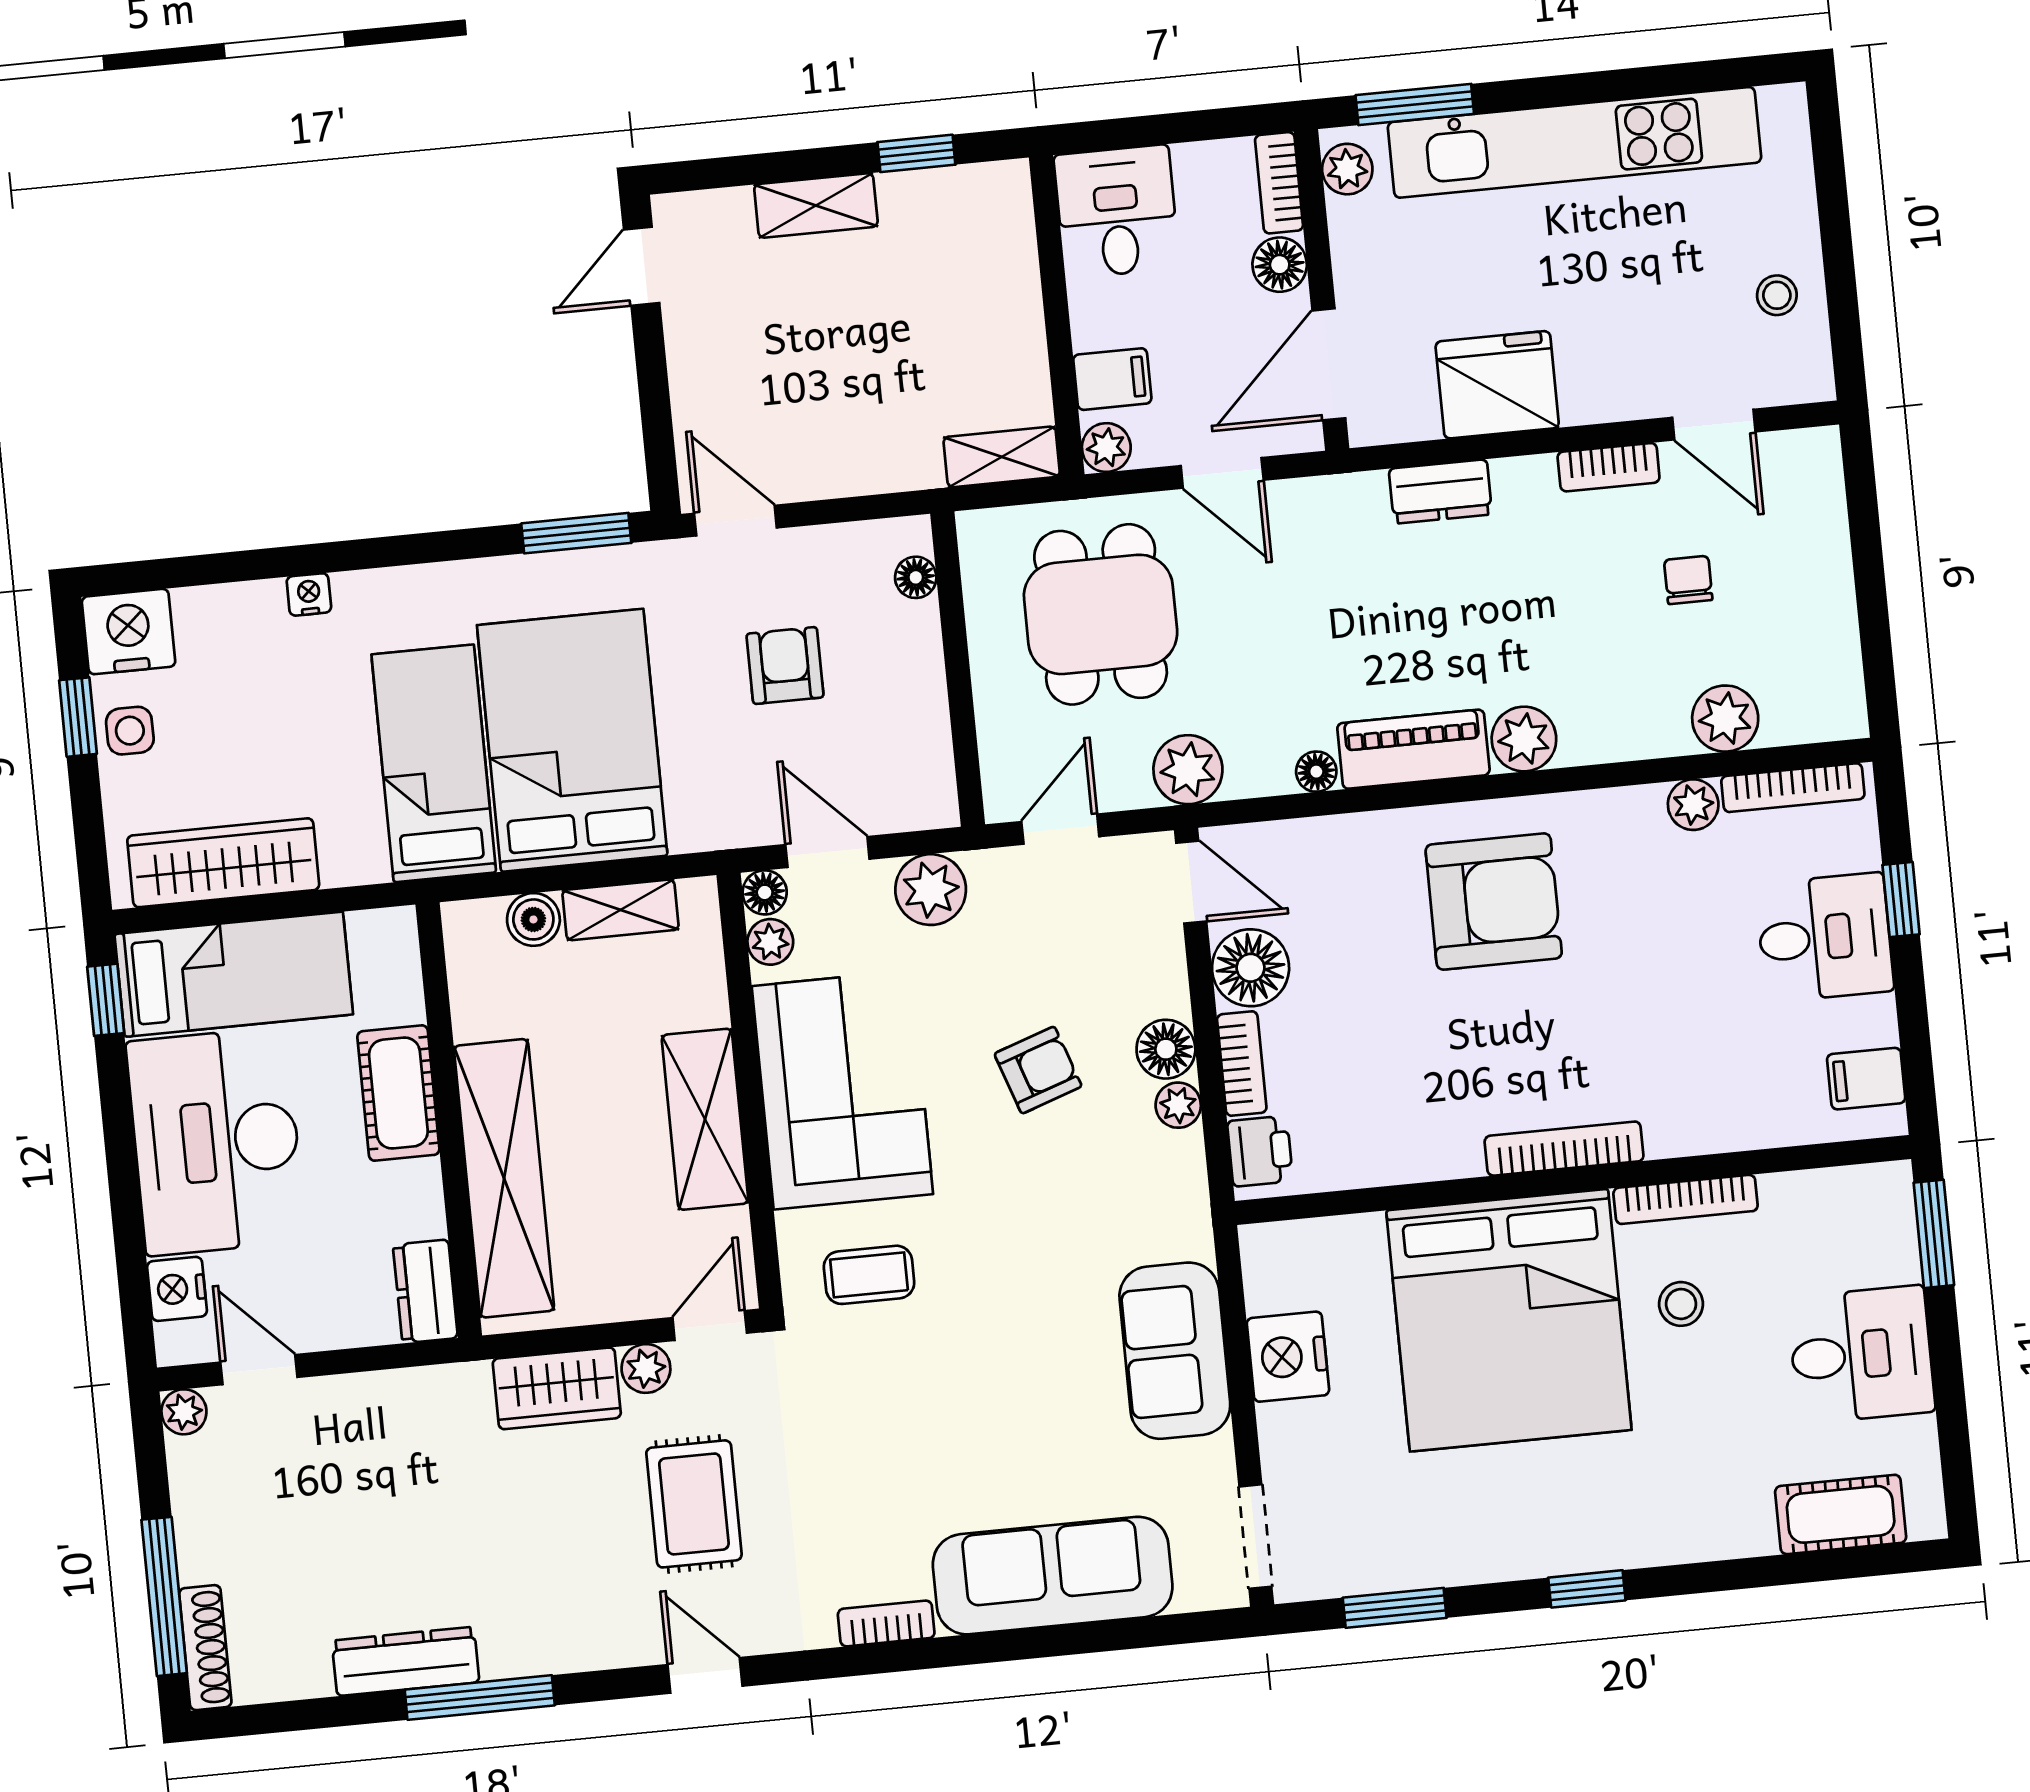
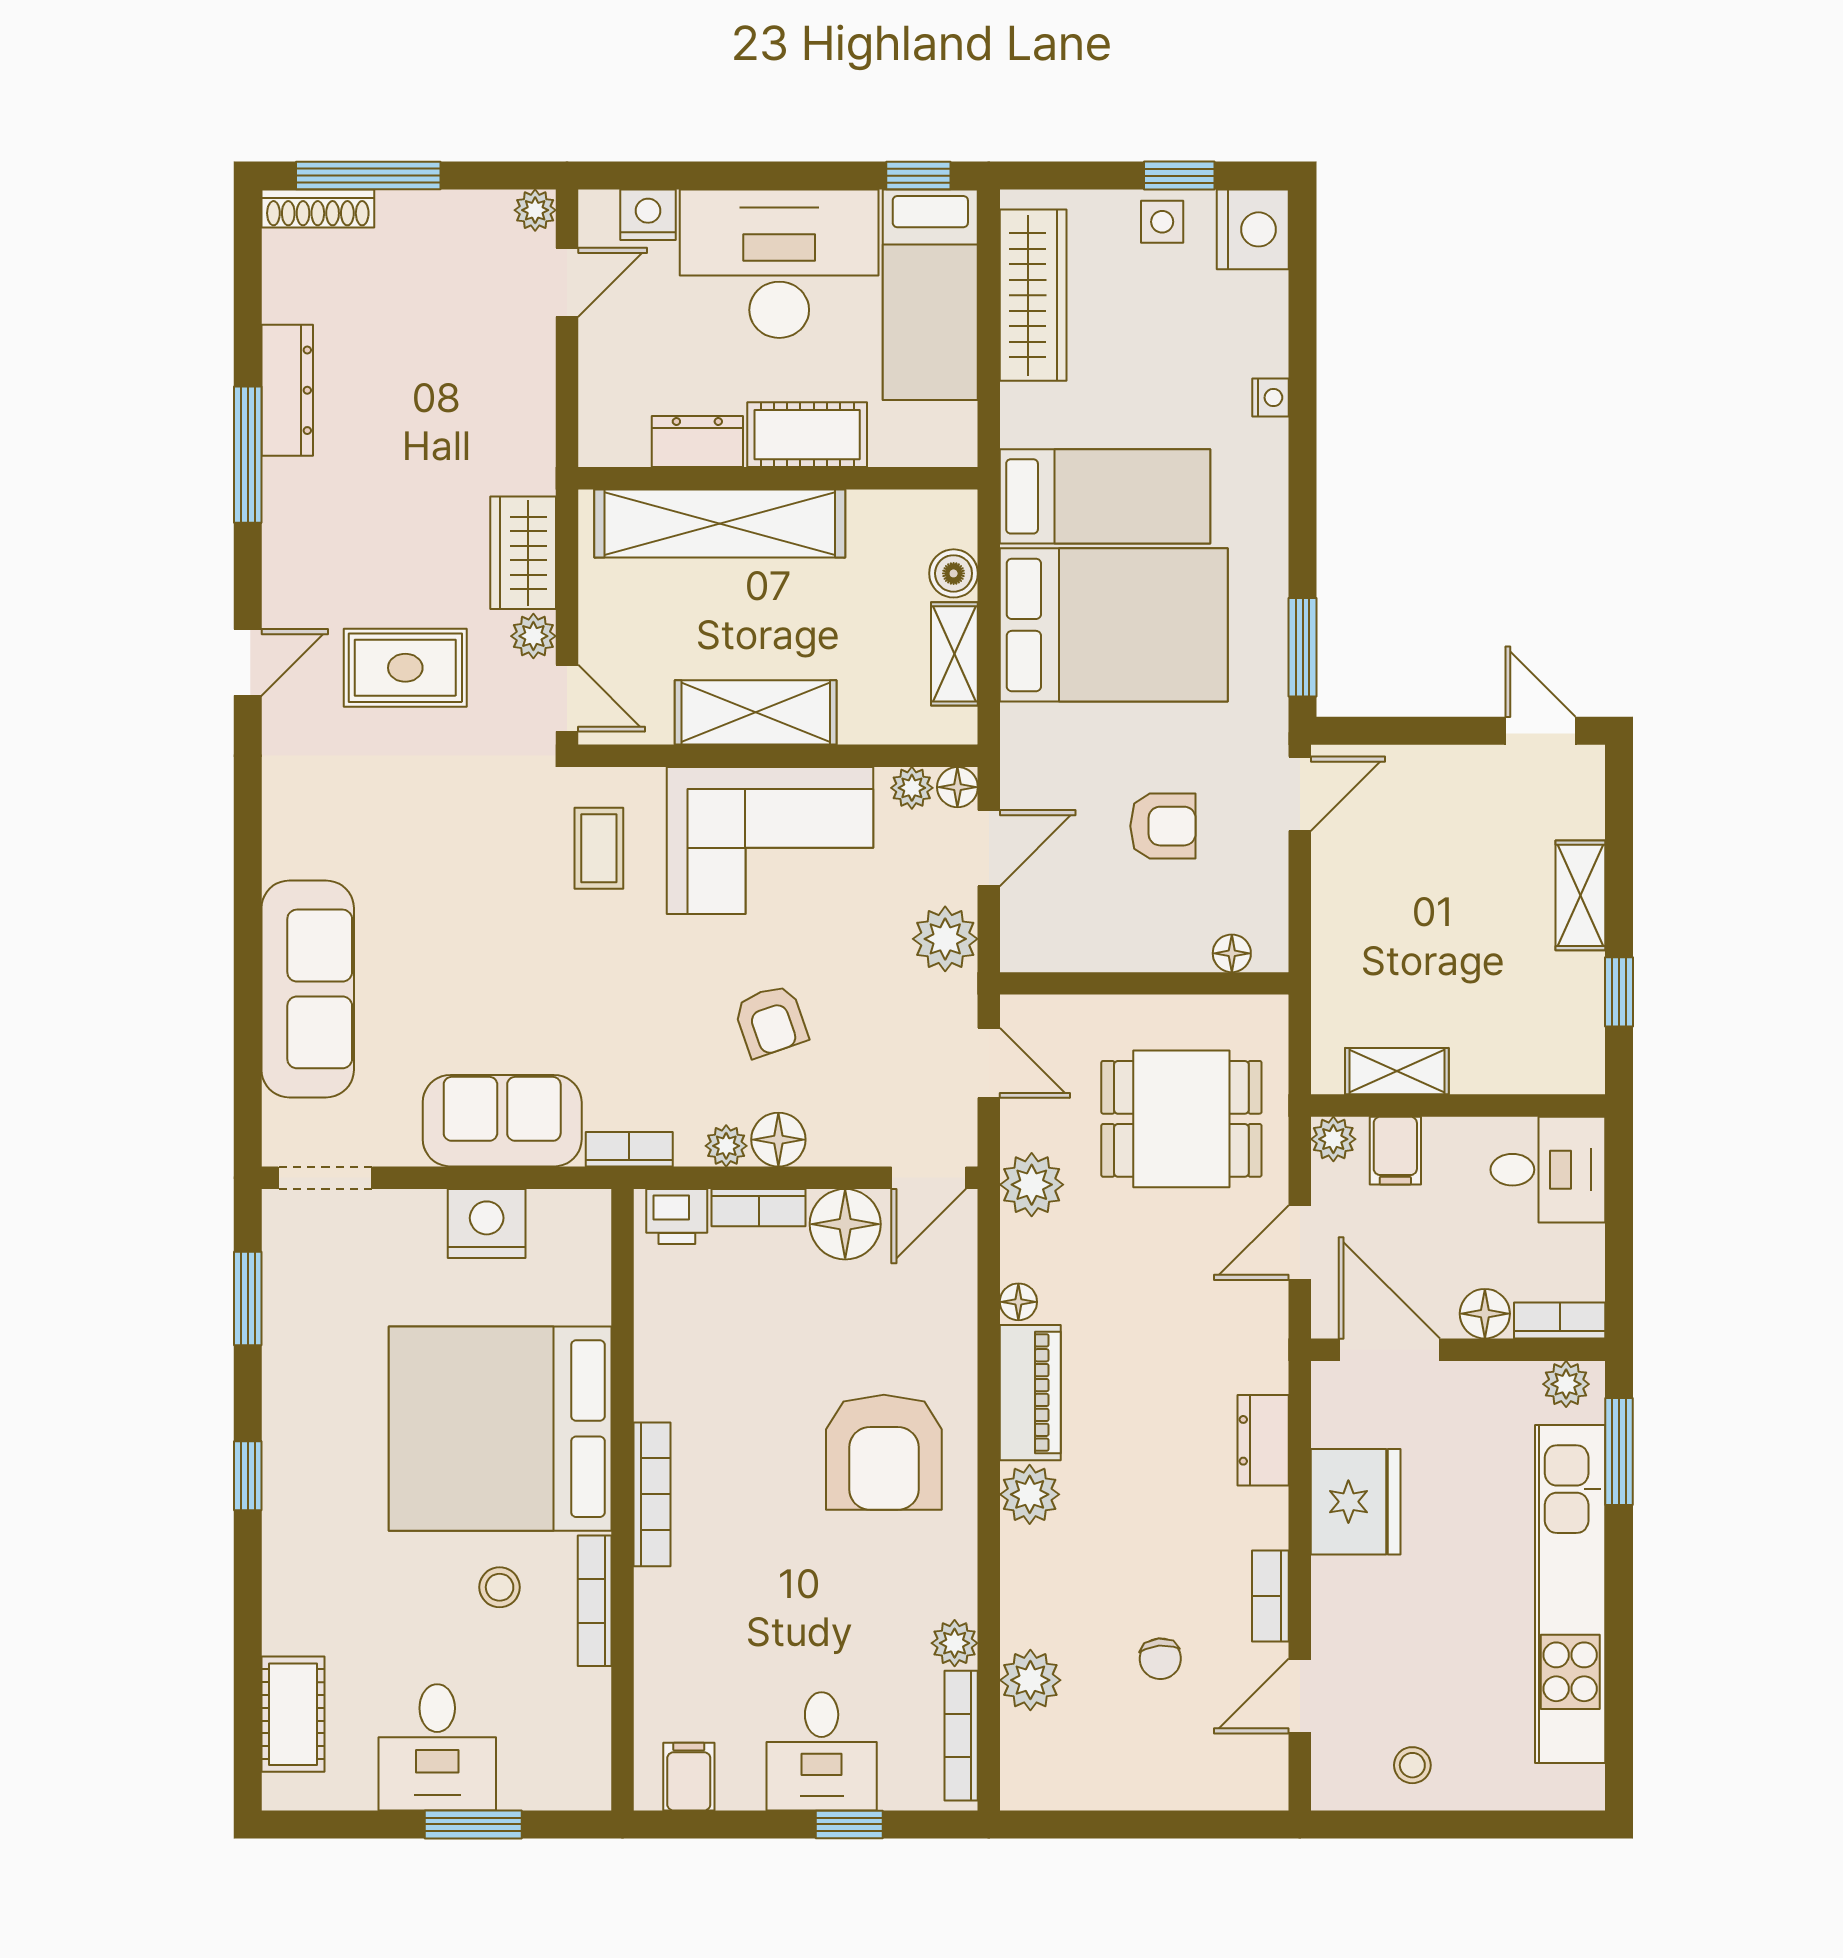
shelving: (1002, 457) -> (1397, 1071), moved, turned 90
chair: (1688, 580) -> (1160, 1659), turned 85
window: (1934, 1234) -> (473, 1824), moved
dresser: (425, 1291) -> (697, 441), moved
bookcase: (886, 1623) -> (629, 1149), moved, turned -90

